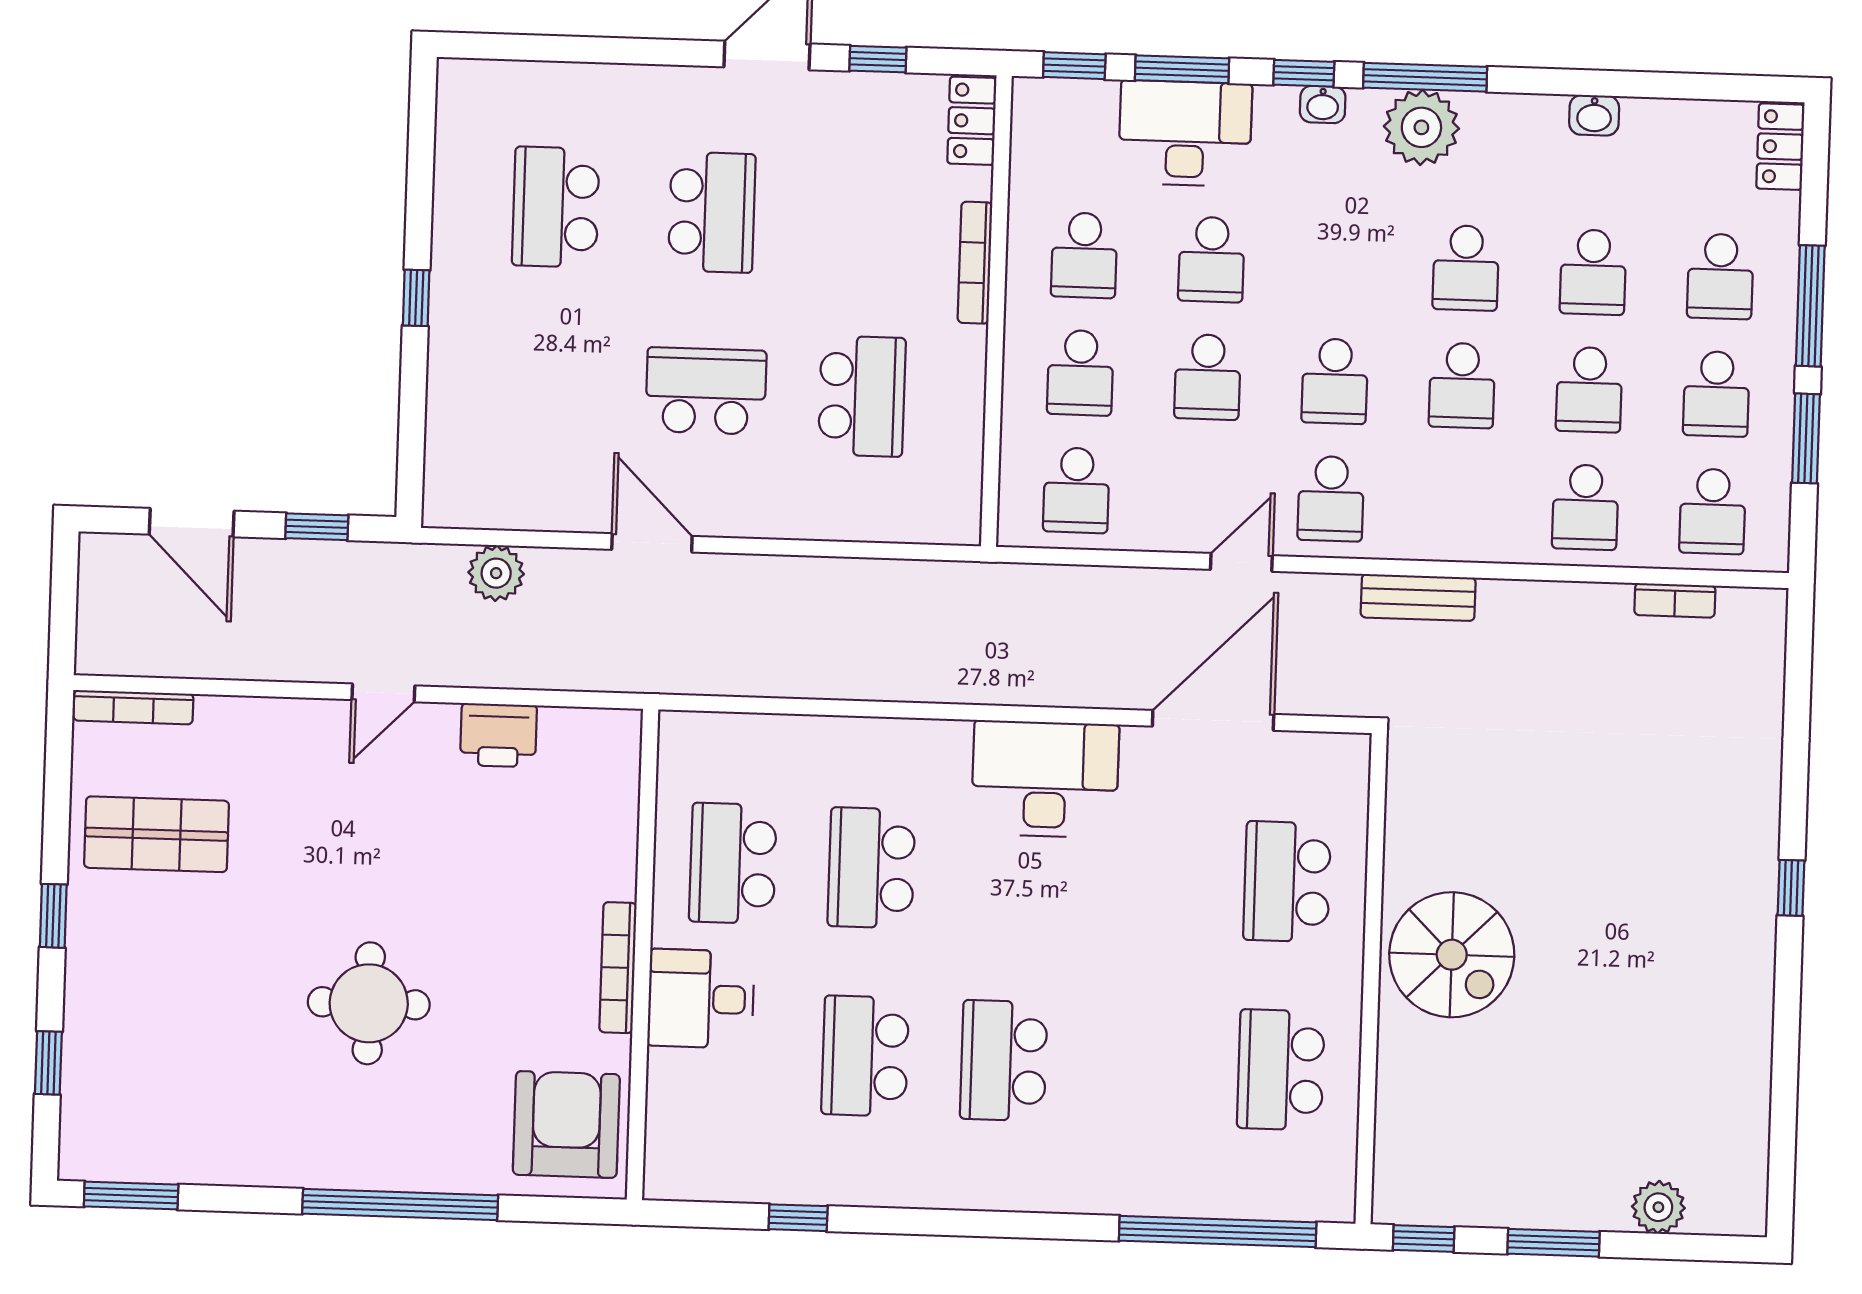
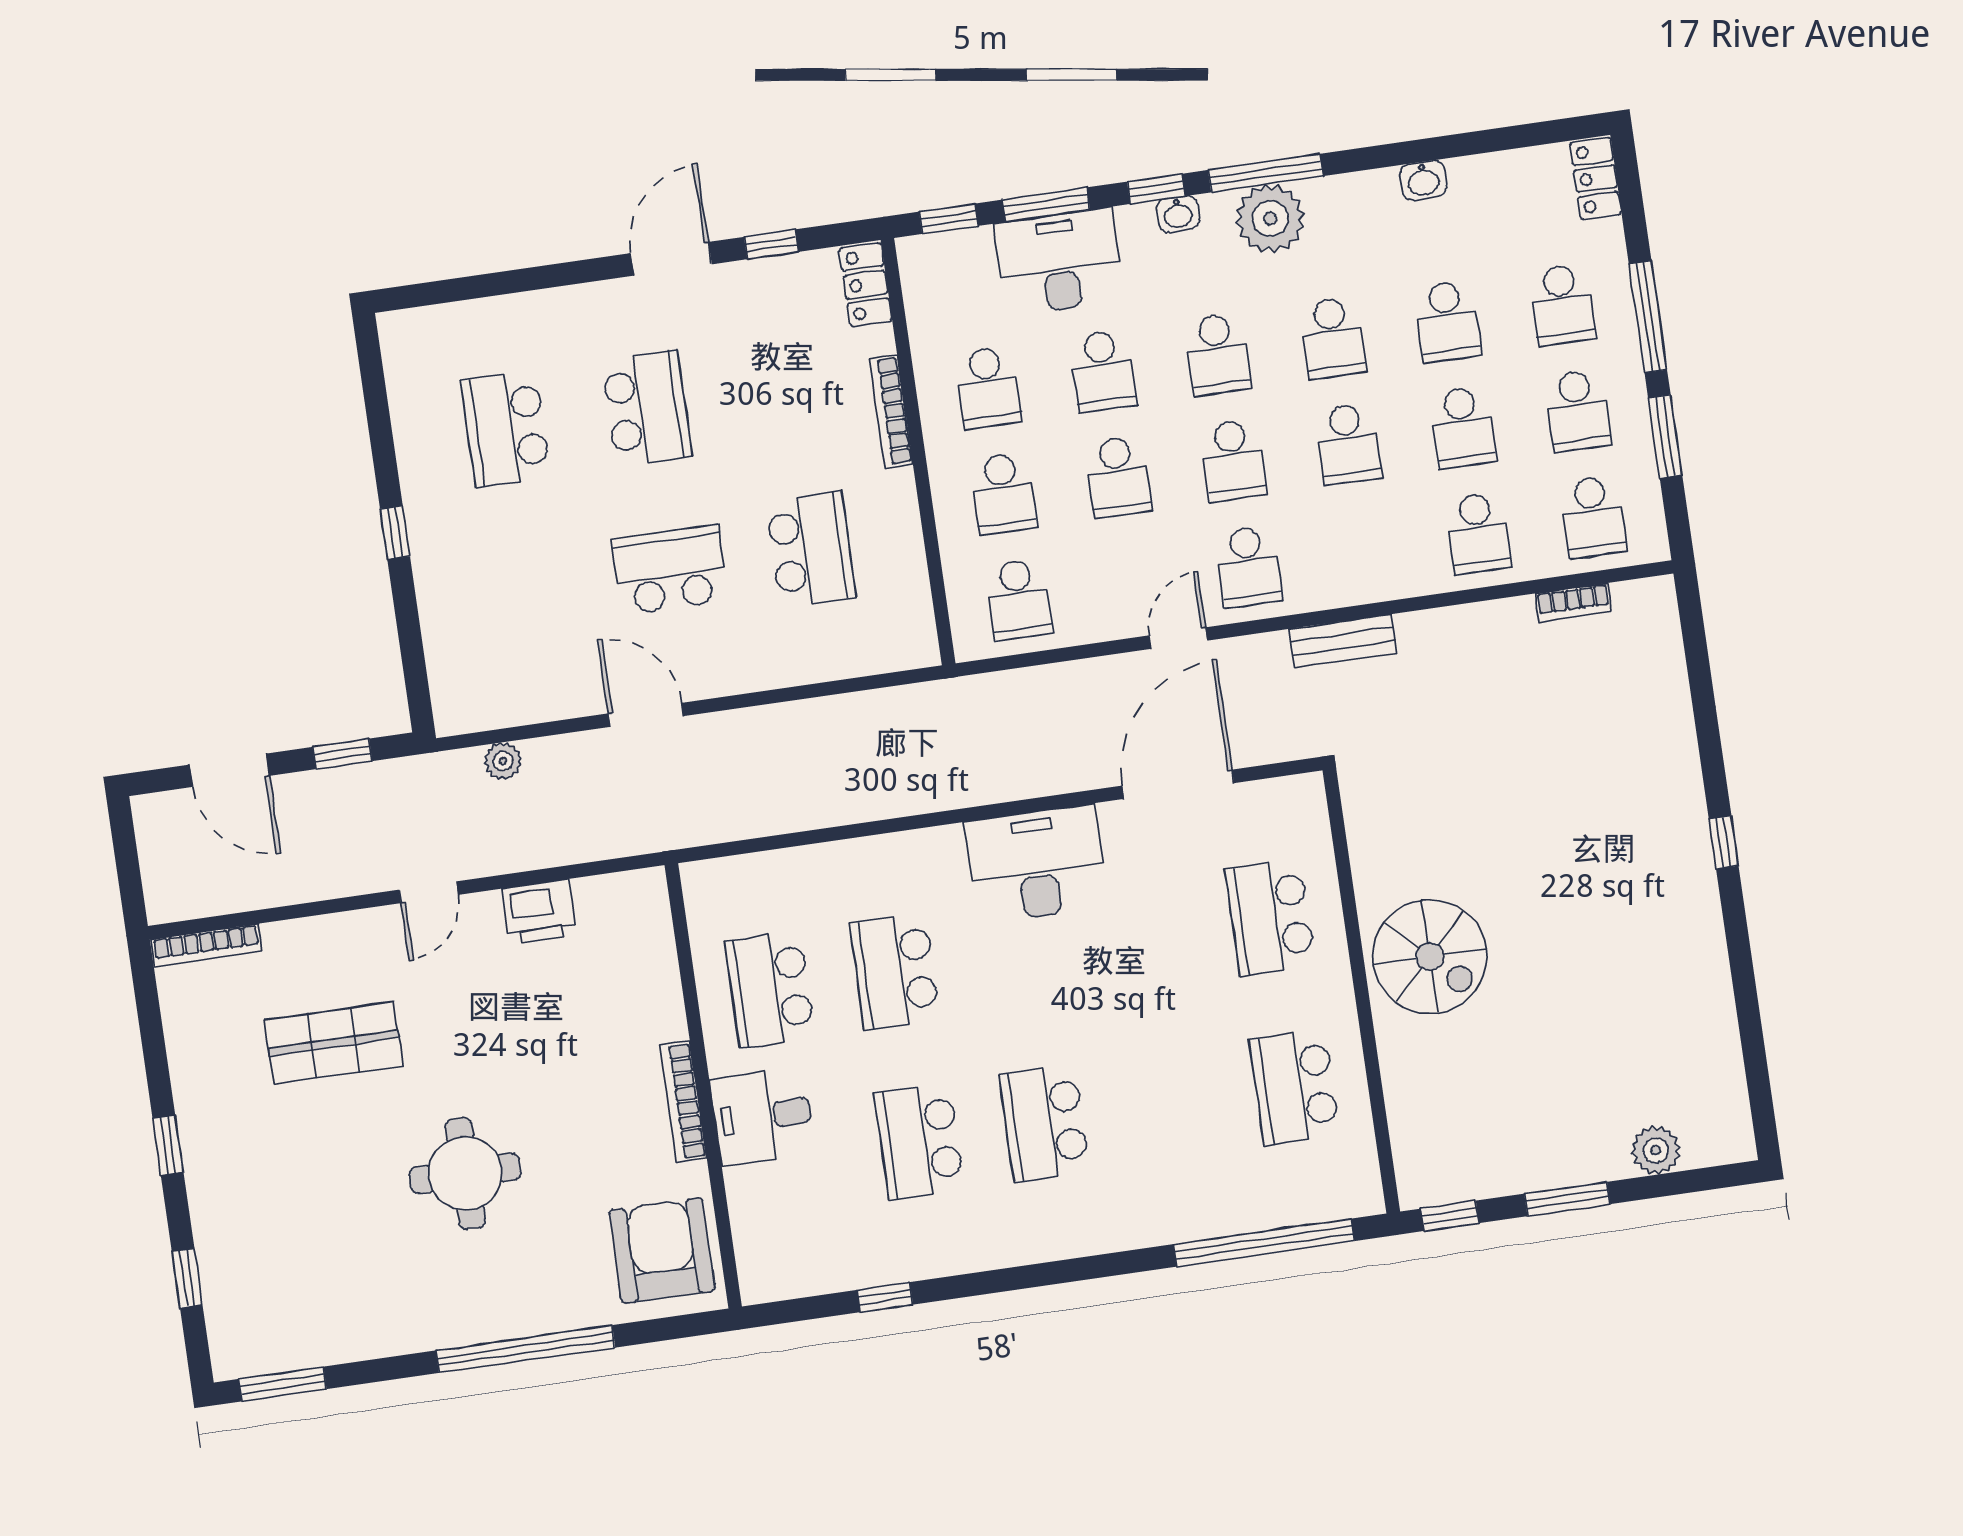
school desk: (1339, 264) -> (1218, 354), added
plant: (496, 573) -> (503, 761), width x0.73, depth x0.73
shop shelf: (157, 834) -> (334, 1043), moved

